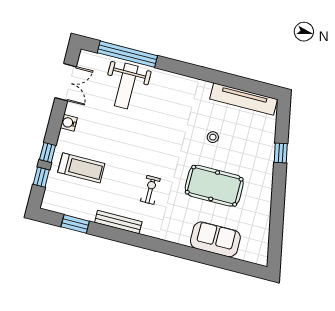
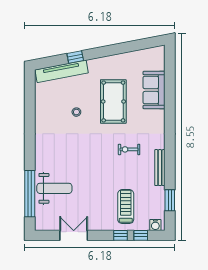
double door: (66, 82) -> (74, 235), moved
tv unit: (244, 99) -> (62, 71), moved, turned 79
water cooler: (69, 123) -> (155, 225), moved

